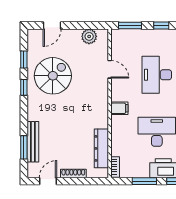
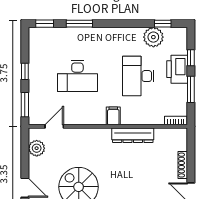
door: (110, 69) -> (54, 126), moved
dresser: (101, 148) -> (133, 135), moved

